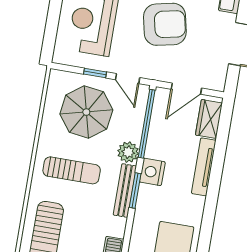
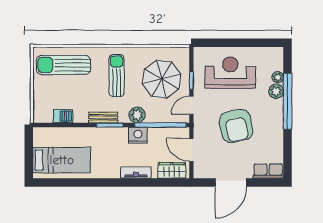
tv unit: (204, 167) -> (136, 173), width x0.71
sun lounger: (72, 170) -> (117, 76), turned 180
nightstand: (152, 172) -> (138, 135), moved
bench: (125, 191) -> (103, 117), width x0.73

